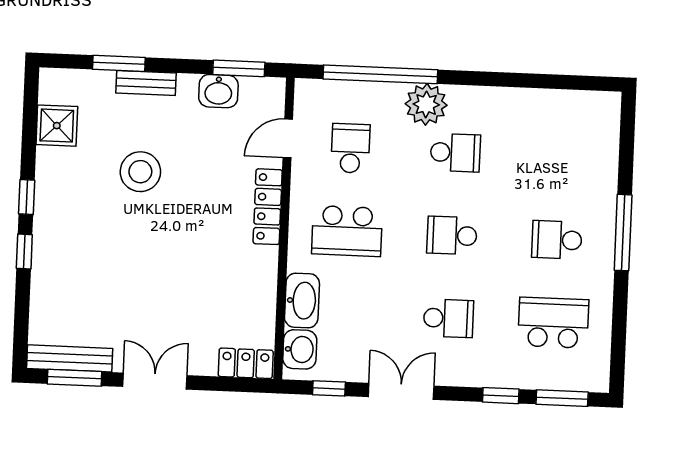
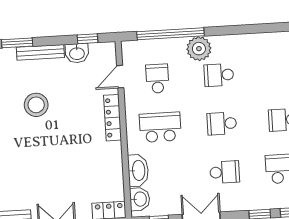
window: (239, 68) -> (87, 39), width x0.67
bench: (146, 83) -> (40, 52), width x1.36
school desk: (455, 153) -> (219, 75), turned 180
school desk: (347, 231) -> (160, 127), turned 180

